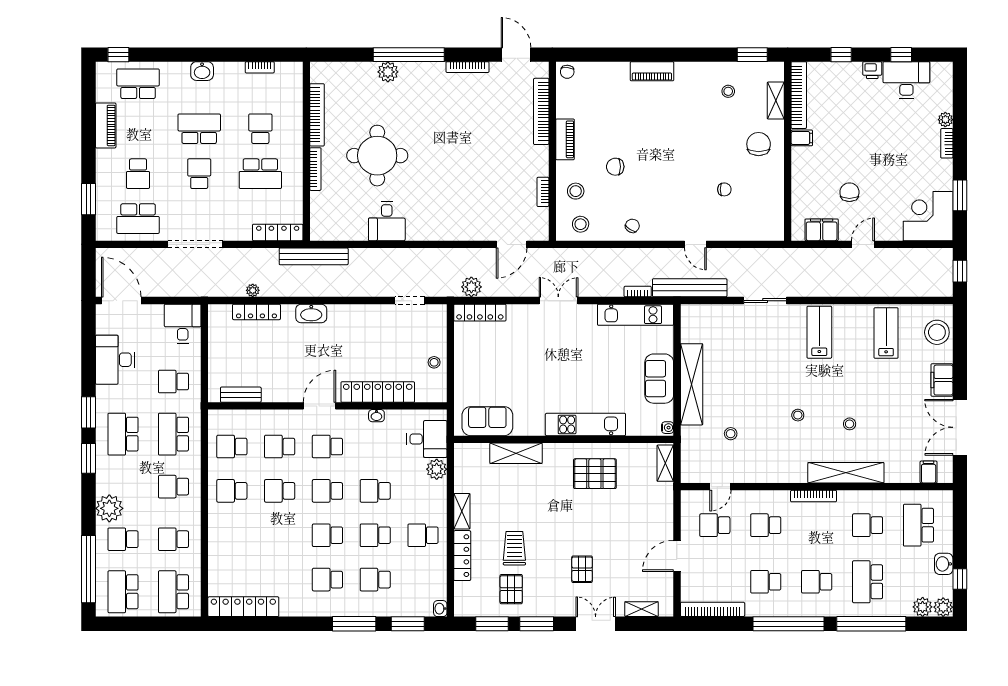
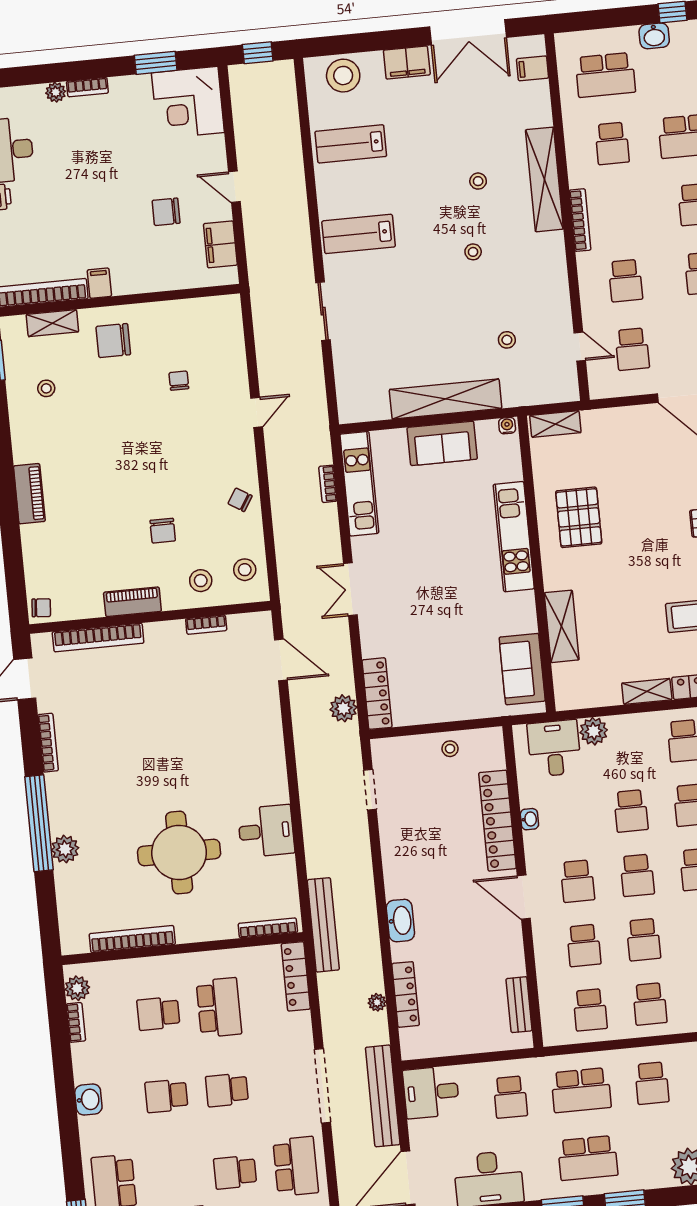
plant: (285, 71) -> (77, 988), added
school desk: (199, 129) -> (166, 1096), width x0.54
bookcase: (315, 169) -> (268, 928), moved
school desk: (138, 174) -> (235, 1172), turned 180
bench: (690, 288) -> (383, 1096), moved

